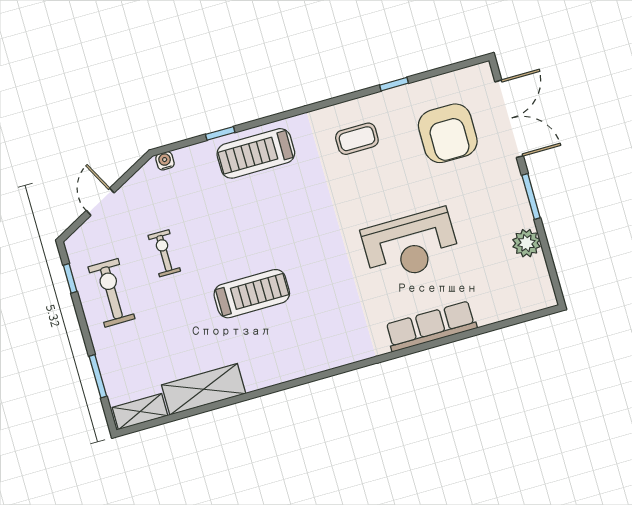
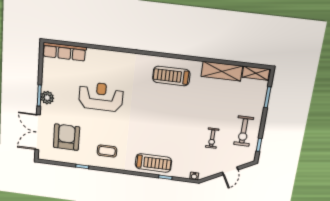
plant: (526, 243) -> (47, 98), moved
treadmill: (252, 294) -> (171, 76), moved
row of seats: (431, 326) -> (64, 52), moved

